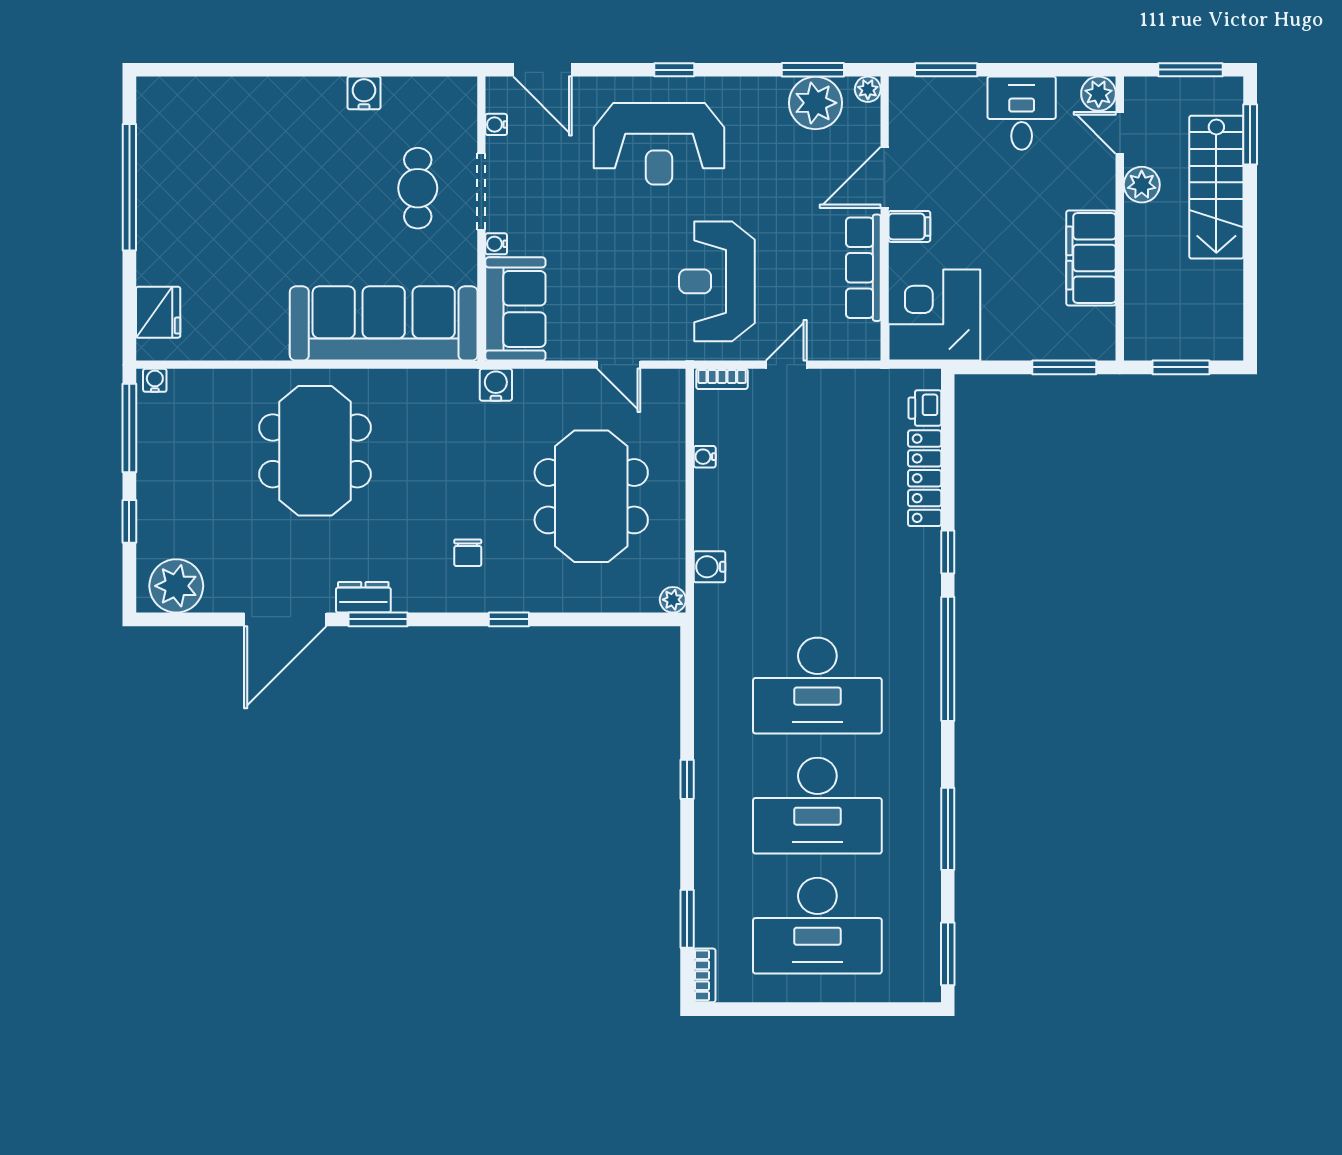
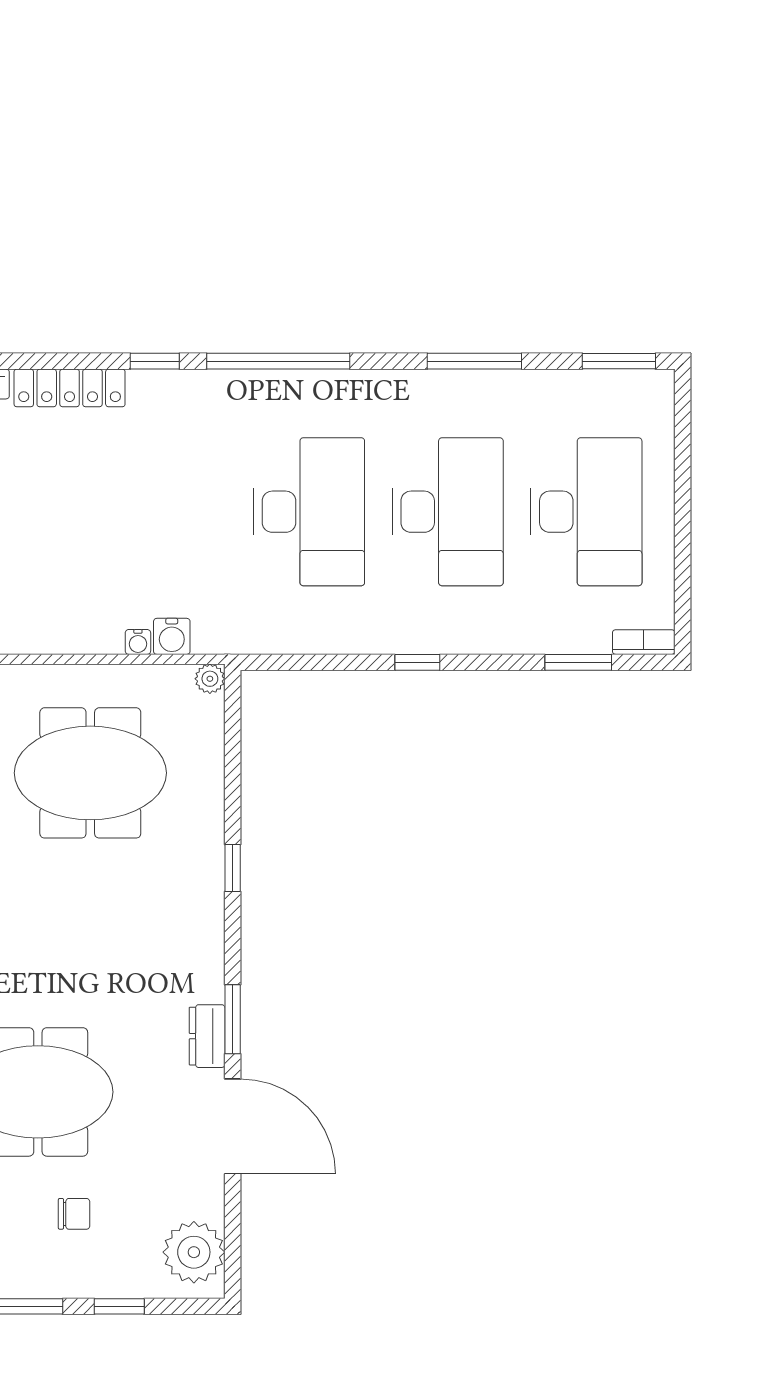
water cooler: (705, 457) -> (138, 642), moved
chair: (468, 553) -> (74, 1214), moved

